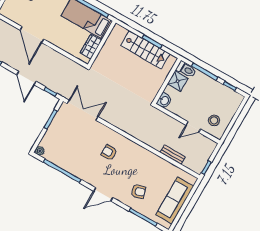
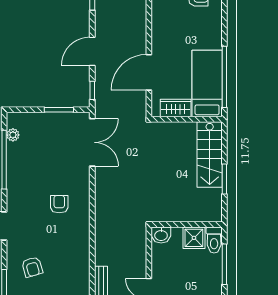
door: (32, 35) -> (149, 72), moved
stairs: (145, 50) -> (210, 154), moved
plant: (40, 151) -> (13, 135), moved

